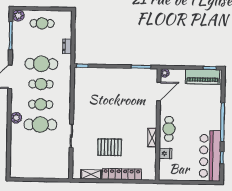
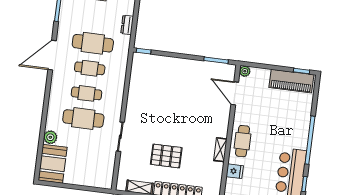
door: (159, 91) -> (235, 93), swing flipped
plant: (16, 118) -> (50, 137), moved
booth: (20, 163) -> (53, 164), added

